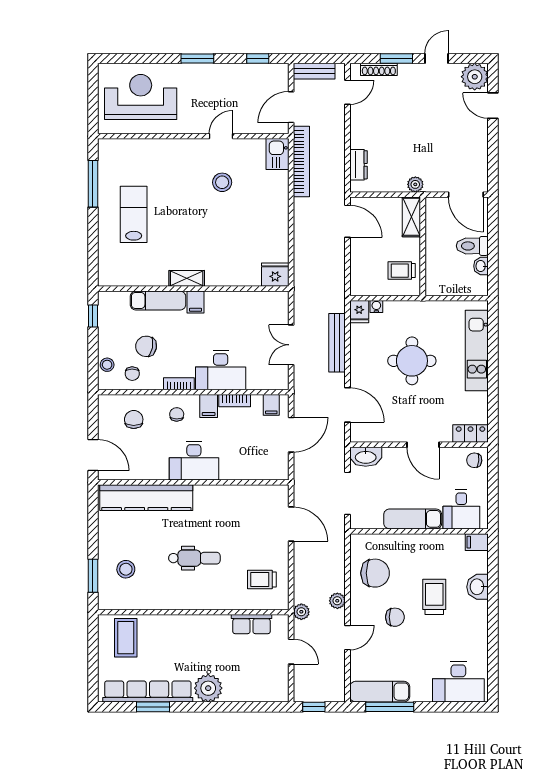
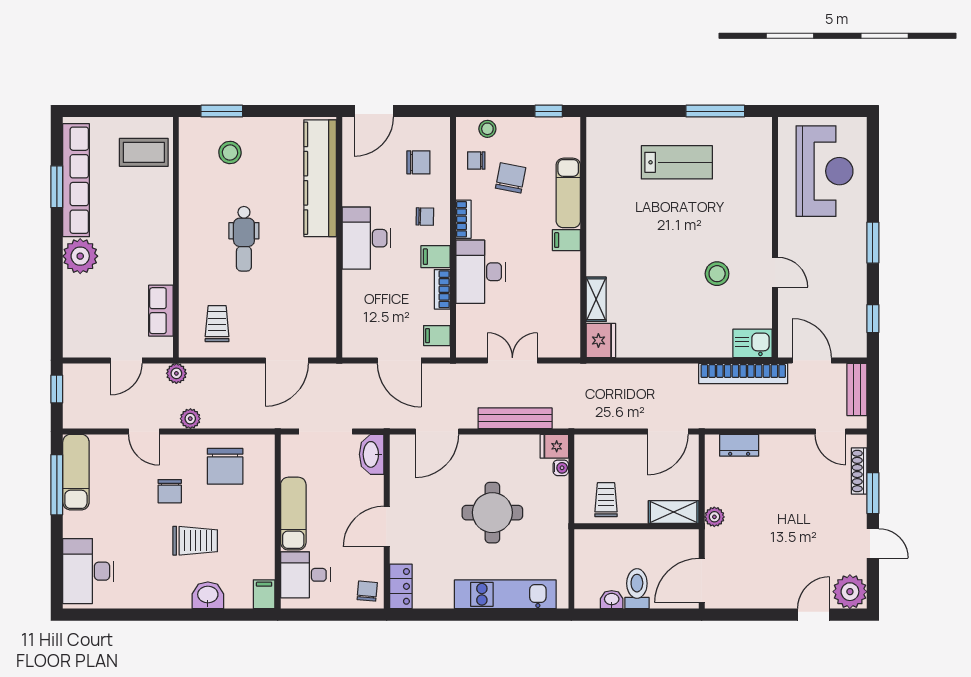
shelving: (187, 278) -> (596, 299), moved

